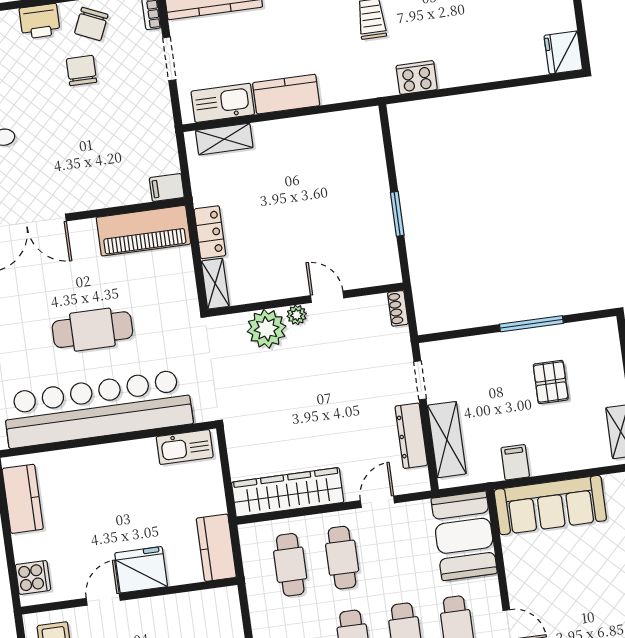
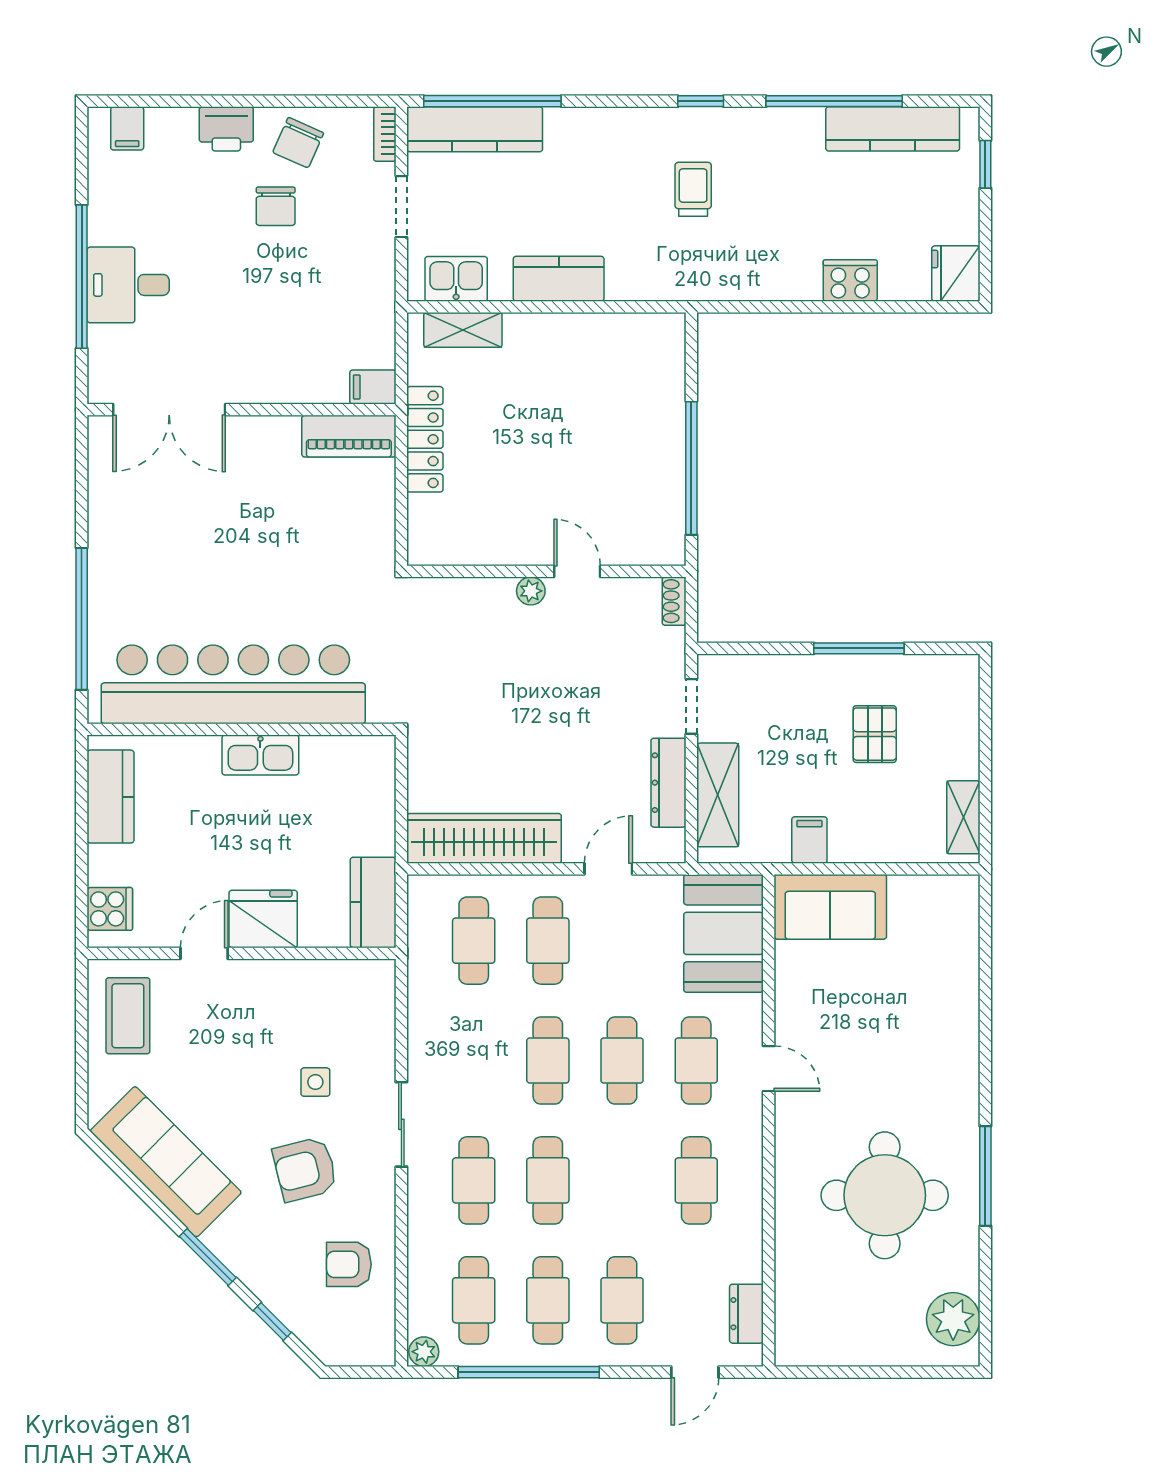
chair: (82, 71) -> (276, 206), turned 180
cooker: (417, 78) -> (850, 281), moved
kitchen sink: (223, 103) -> (456, 279), width x0.73
window: (397, 214) -> (691, 468), width x2.11
piano: (143, 231) -> (349, 436), width x0.73, depth x0.75
locker: (210, 232) -> (425, 439), width x1.53
shelving: (215, 284) -> (422, 531), removed
plant: (267, 329) -> (486, 605), removed
cafe table: (92, 330) -> (241, 572), removed
kitchen sink: (185, 447) -> (260, 755), moved
sofa: (550, 505) -> (830, 907), width x0.73

